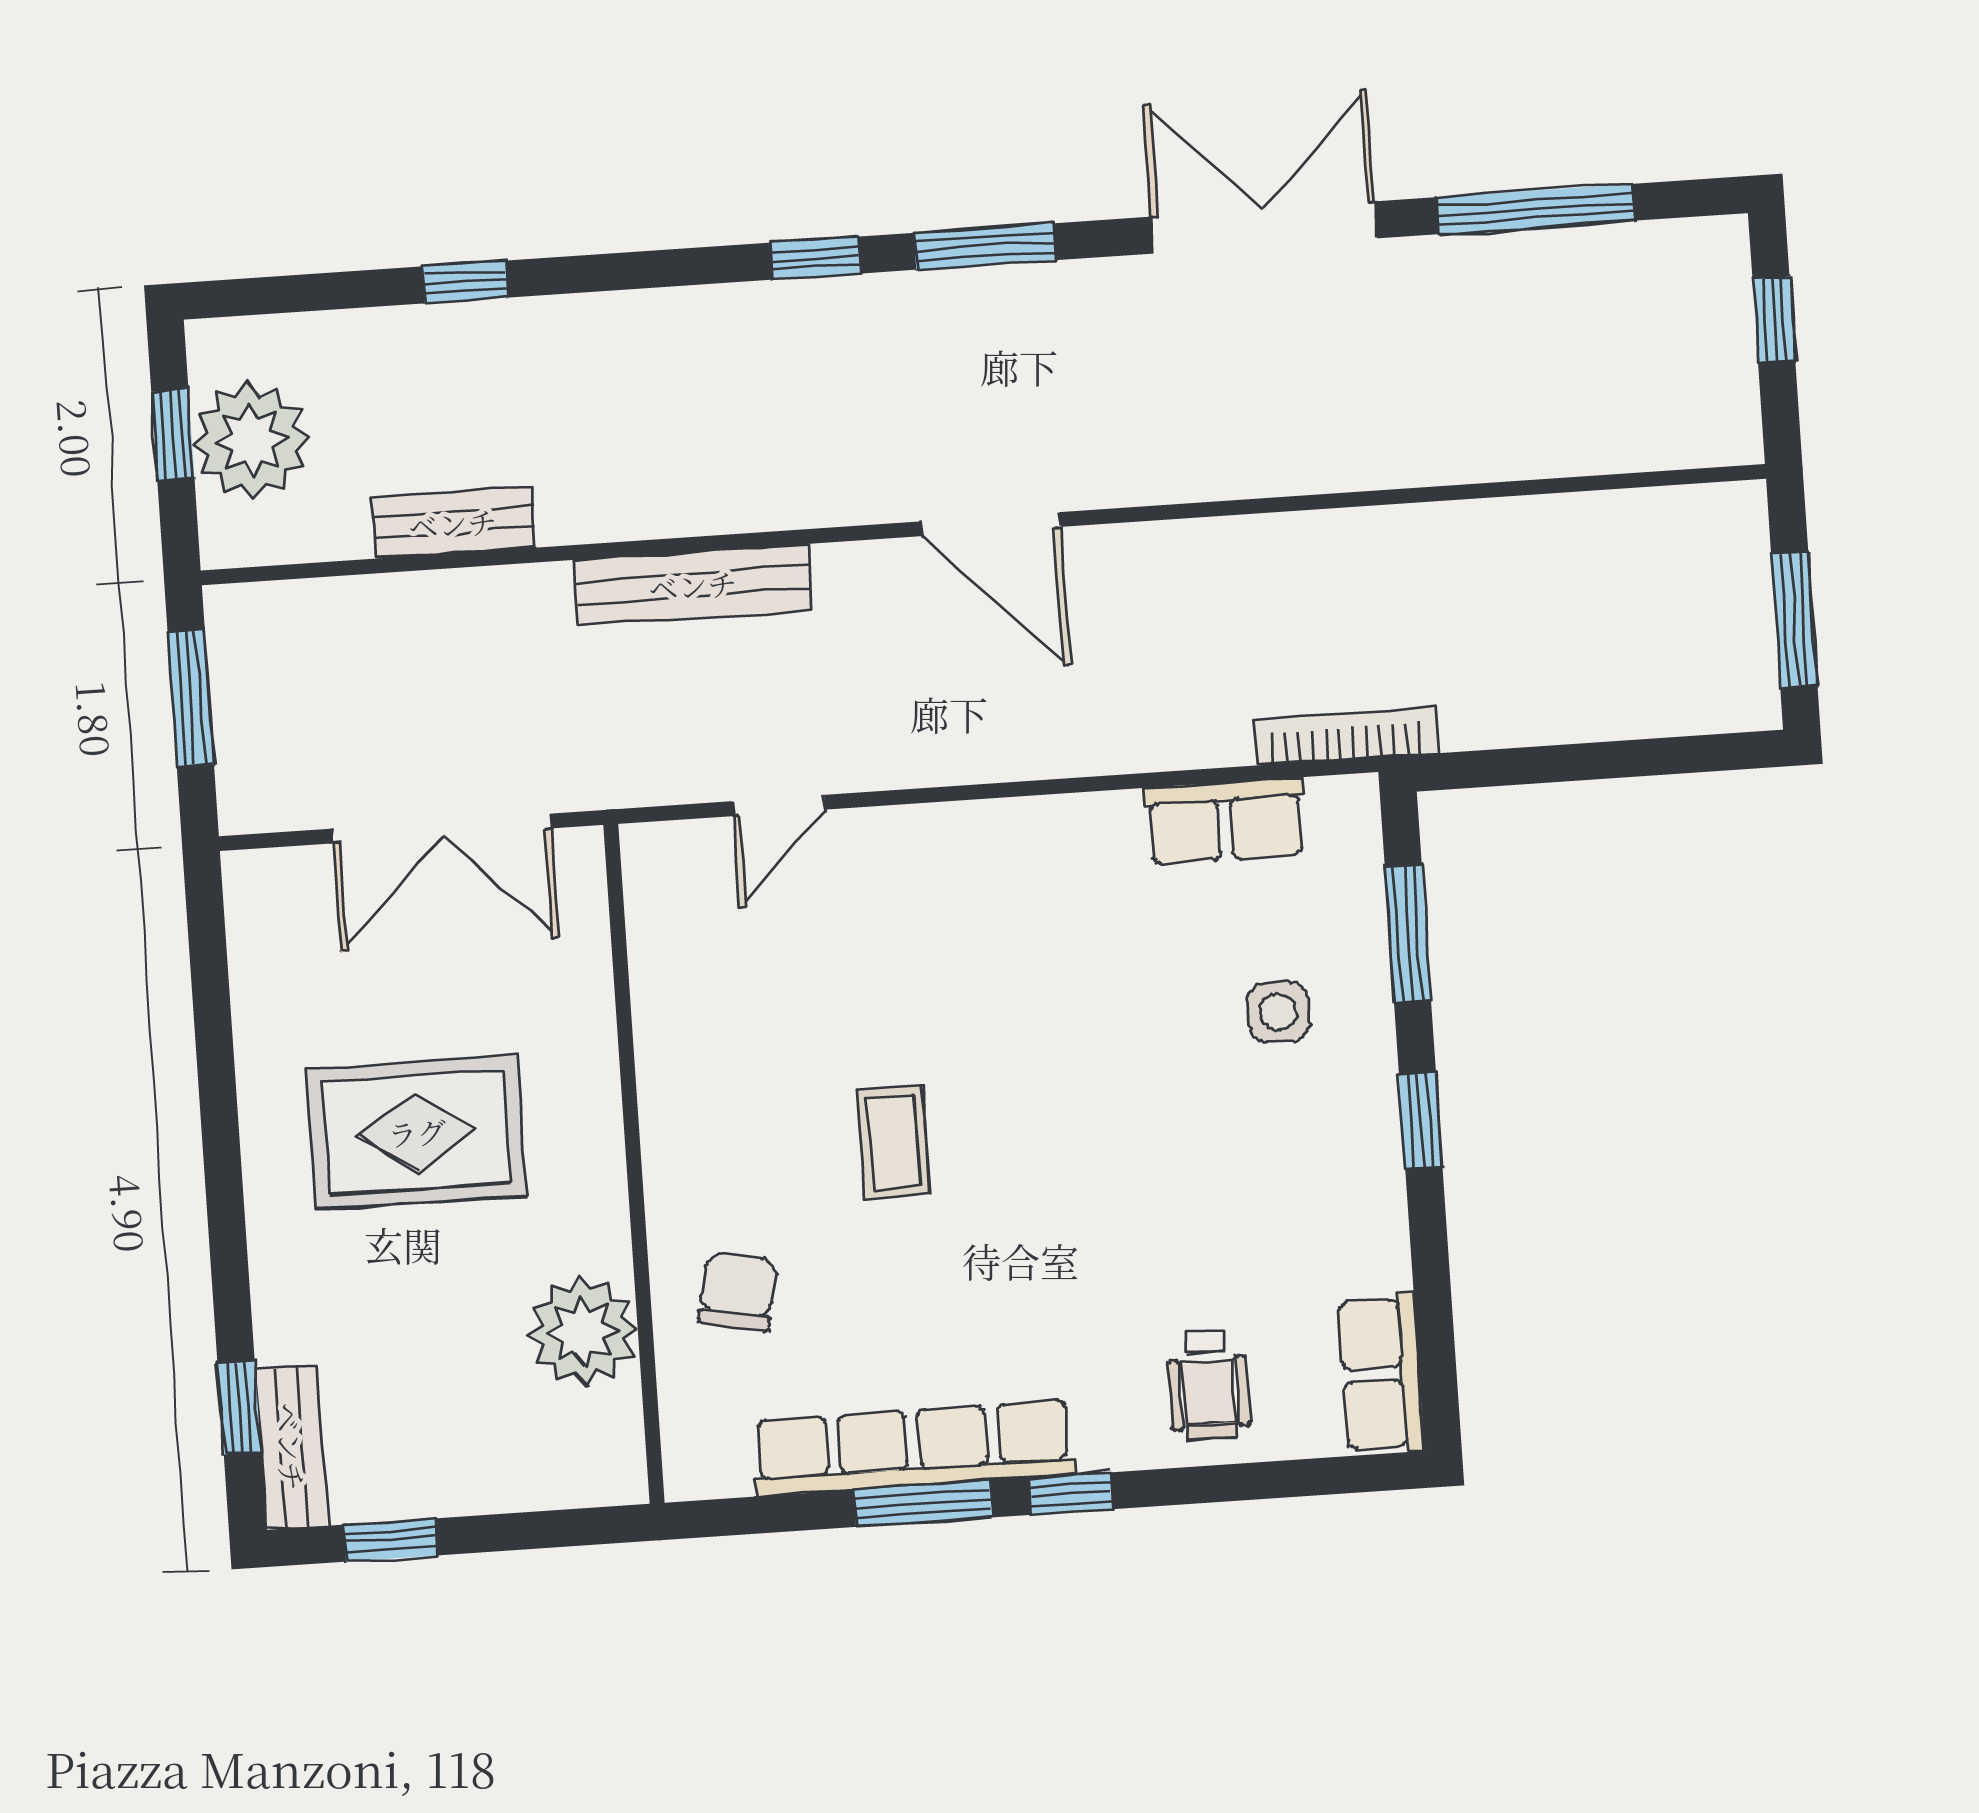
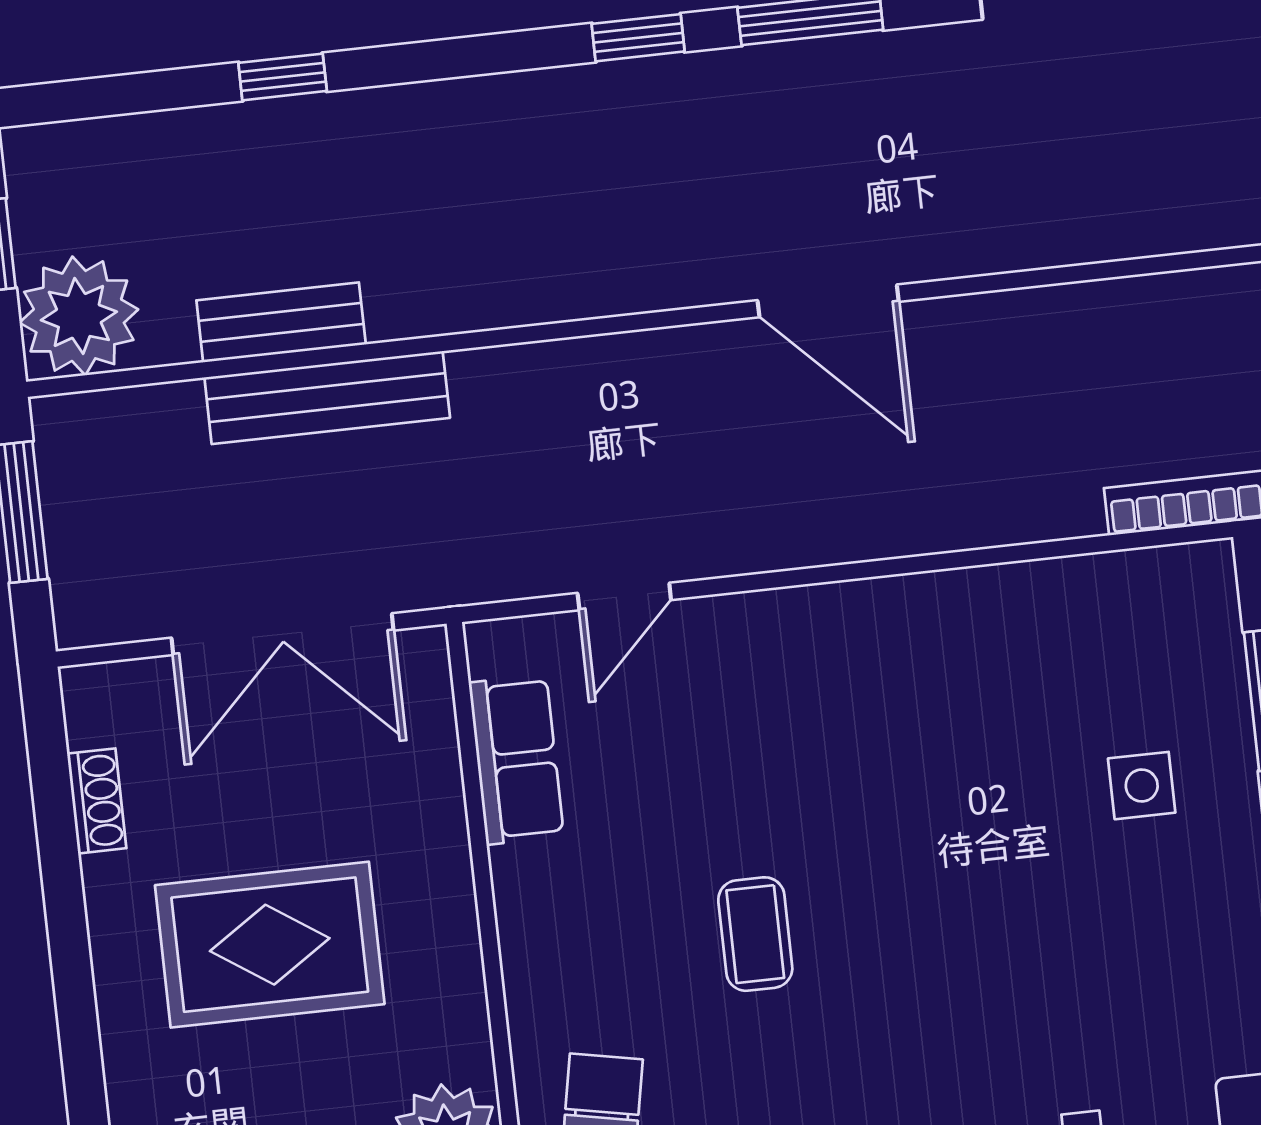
plant: (251, 441) -> (79, 316), moved
bench: (693, 585) -> (327, 398), moved
row of seats: (1225, 821) -> (516, 760), moved, turned -90
shoe rack: (253, 984) -> (97, 801), added

